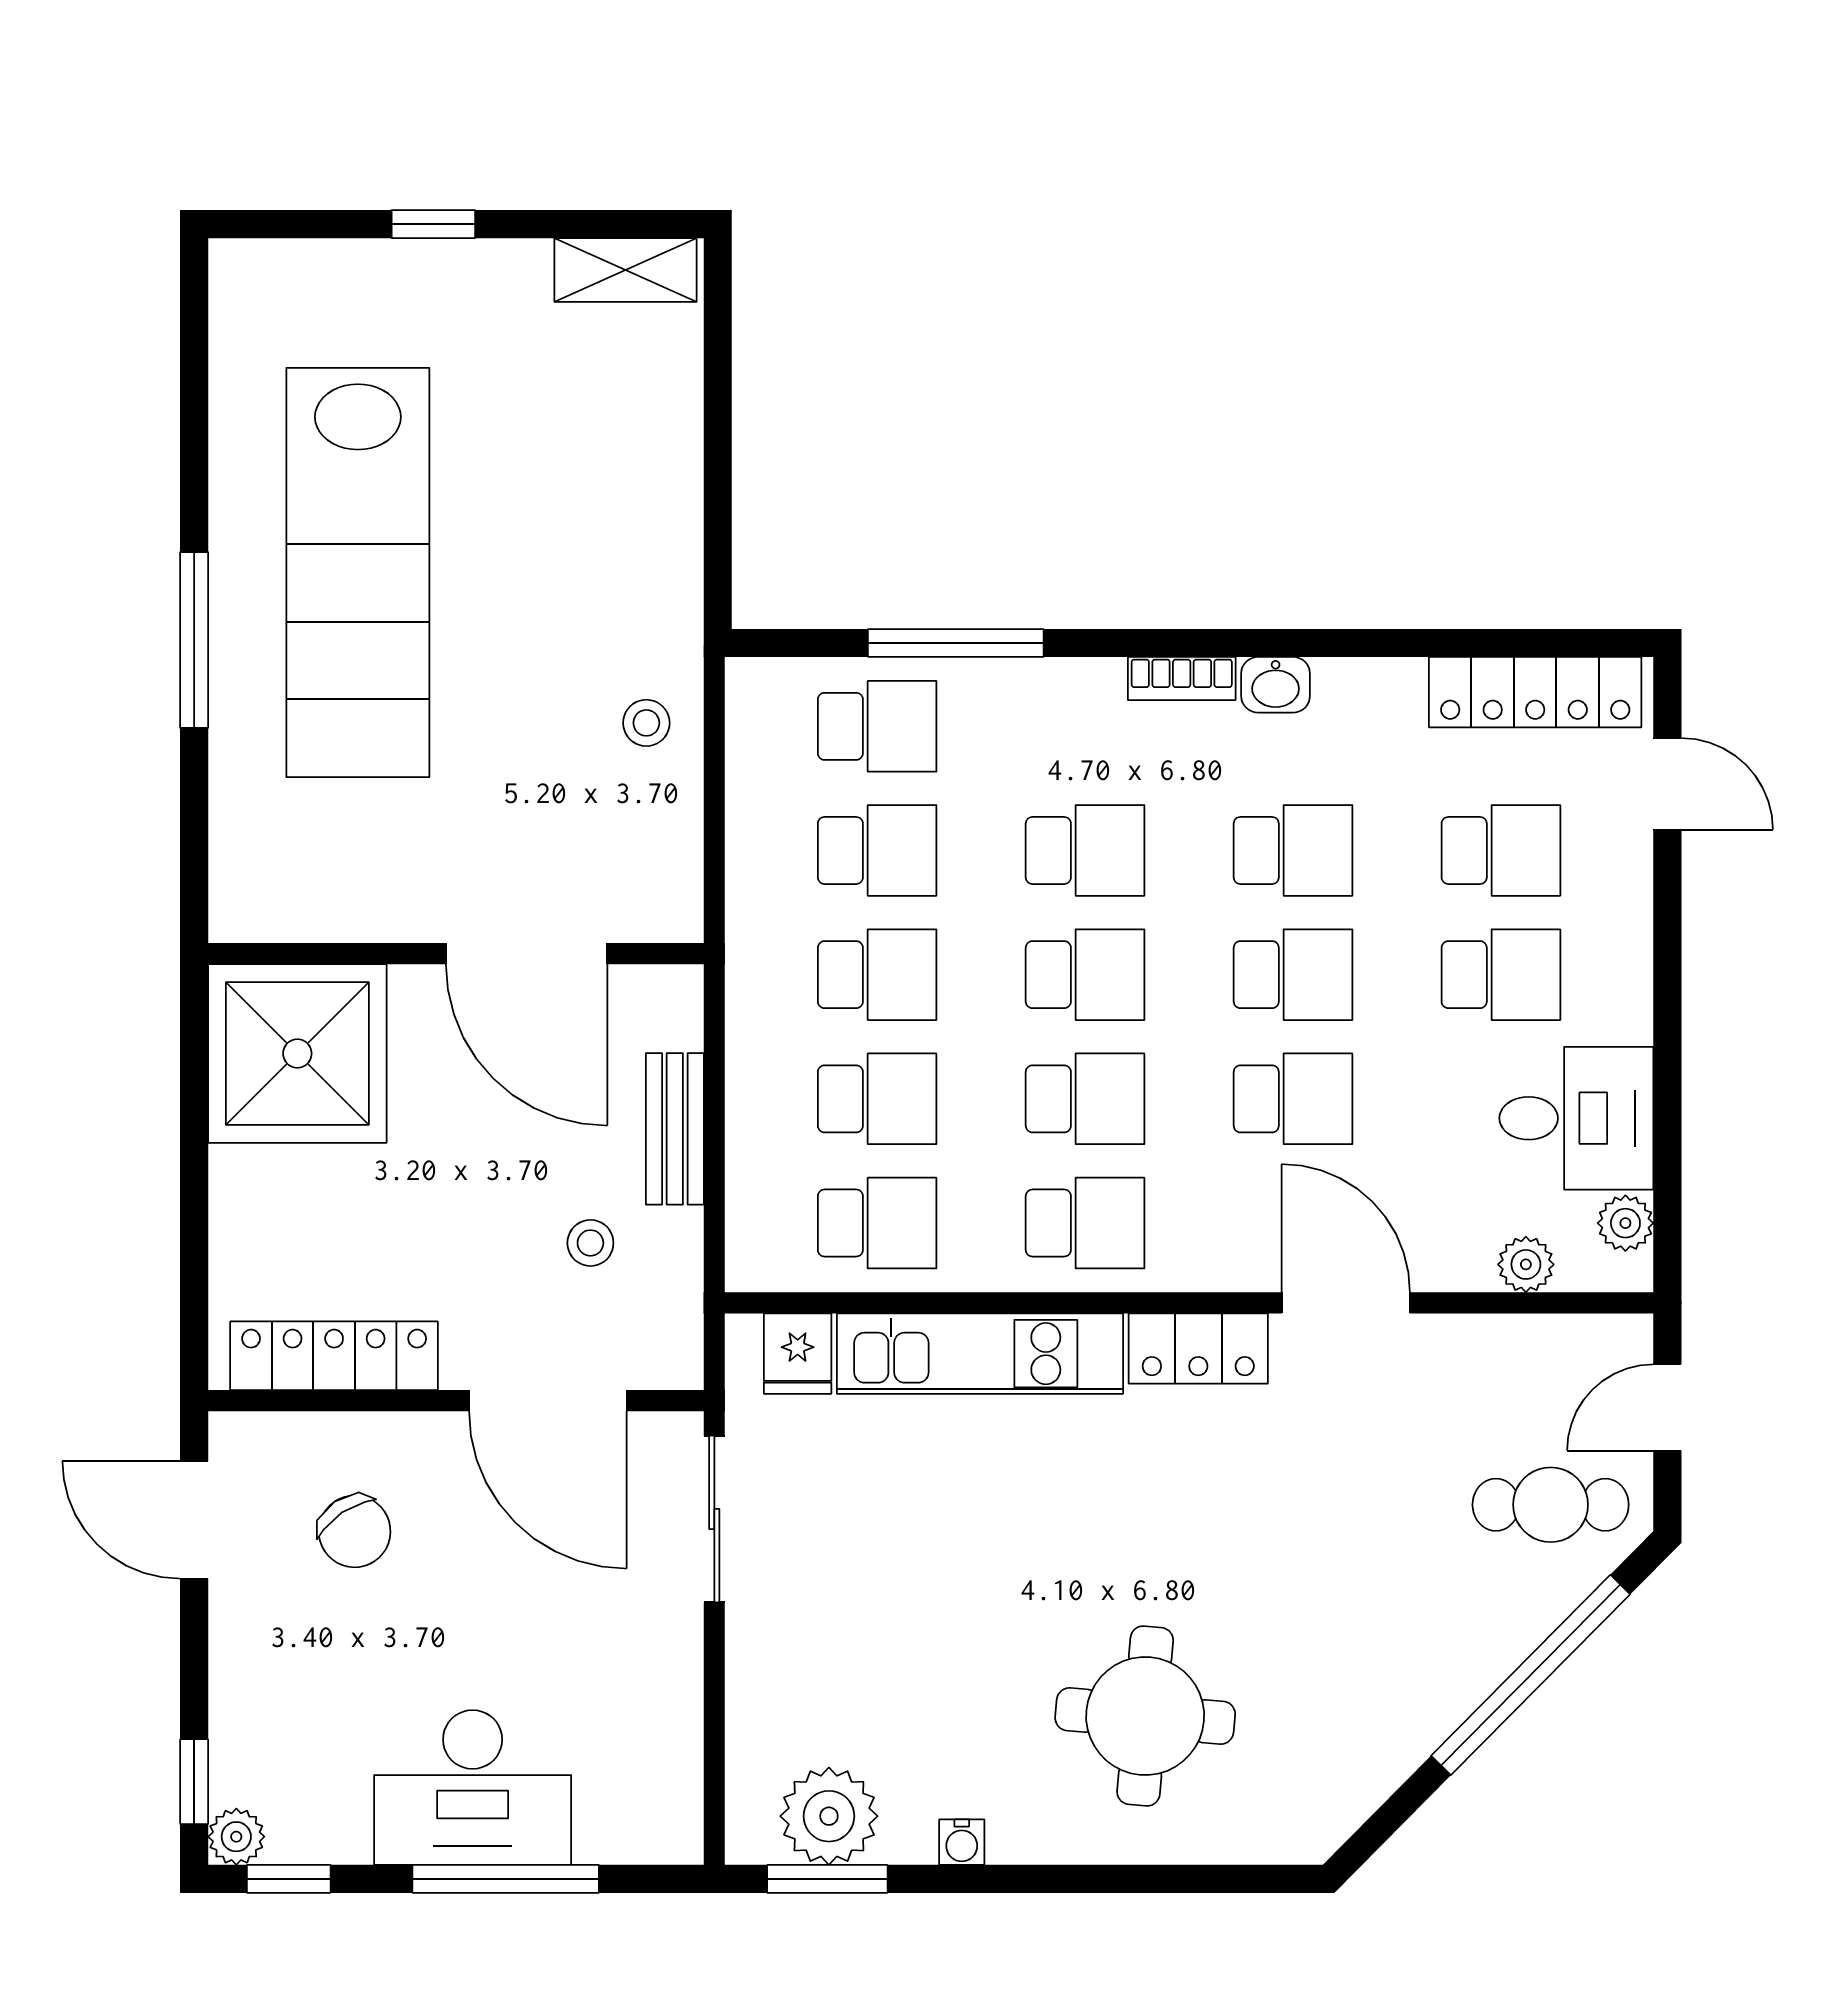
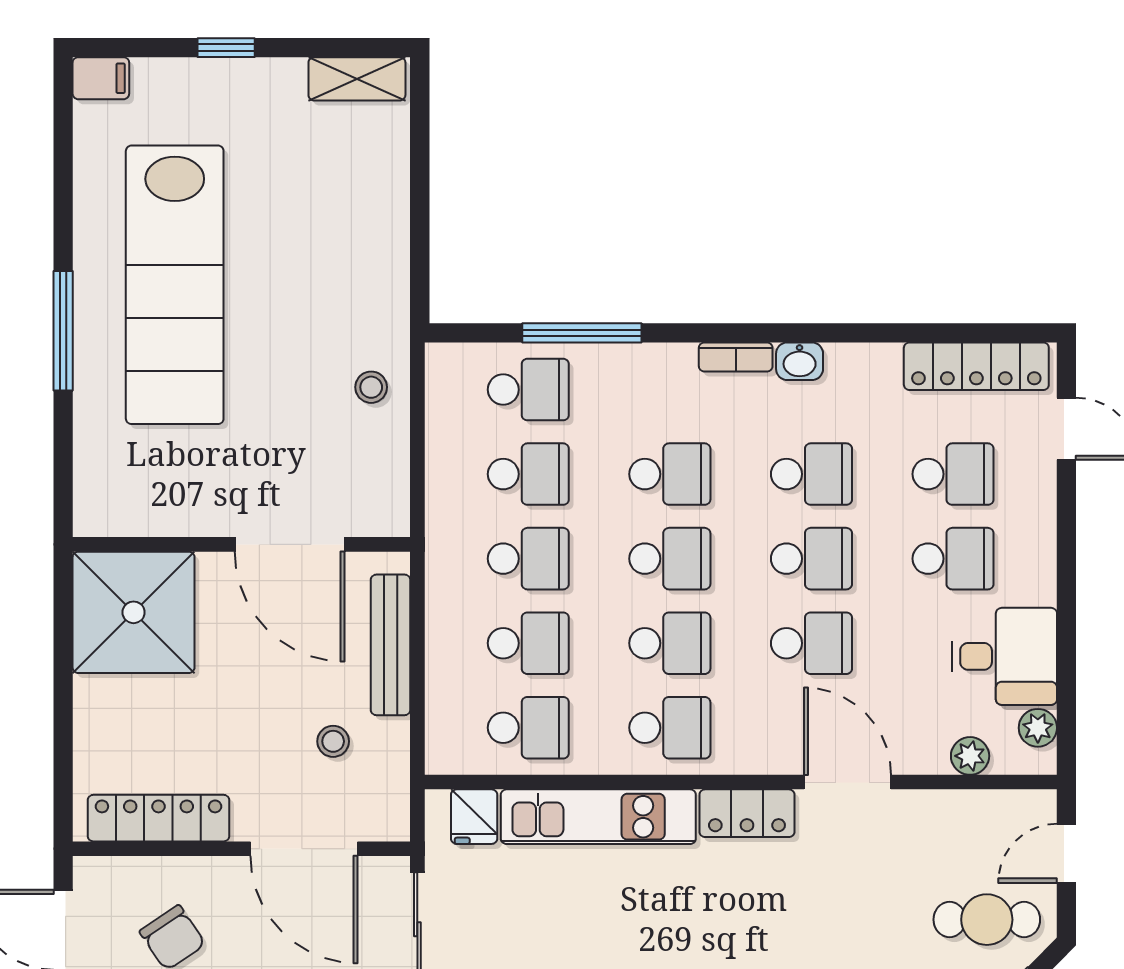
filing cabinet: (249, 269) -> (101, 78), added
bench: (675, 1129) -> (391, 645), width x1.36

